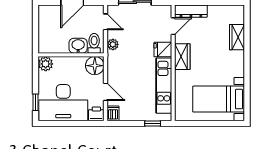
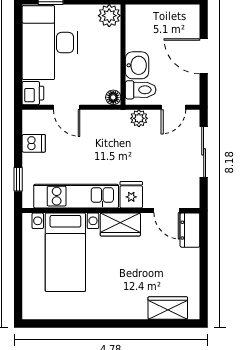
dresser: (191, 11) -> (190, 230), width x0.70
wardrobe: (237, 37) -> (168, 308), moved
floor lamp: (95, 66) -> (113, 97), width x0.53, depth x0.53
door: (106, 92) -> (67, 107), hinge flipped
bed with nightstands: (219, 99) -> (65, 252), moved, turned 180
dishwasher: (113, 113) -> (34, 143), moved

